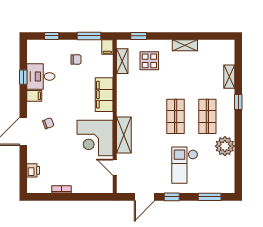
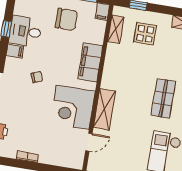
chair: (76, 59) -> (66, 19), width x1.87, depth x1.87
chair: (48, 123) -> (37, 77), moved
door: (115, 167) -> (89, 142), swing flipped

